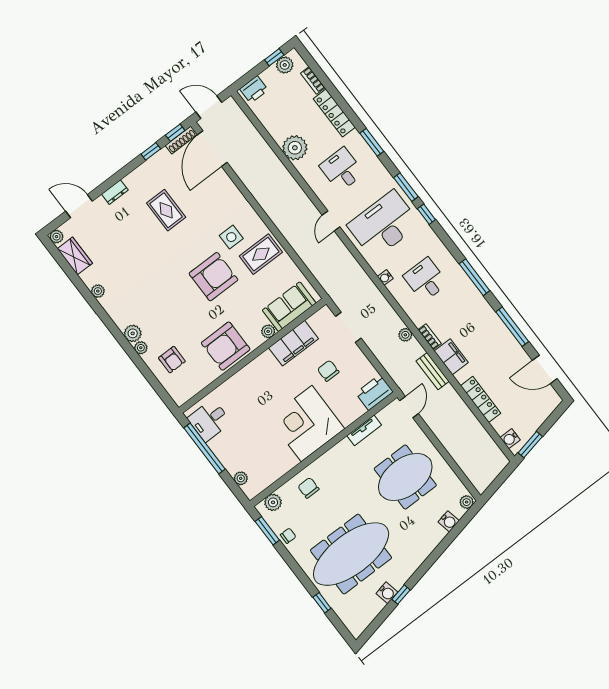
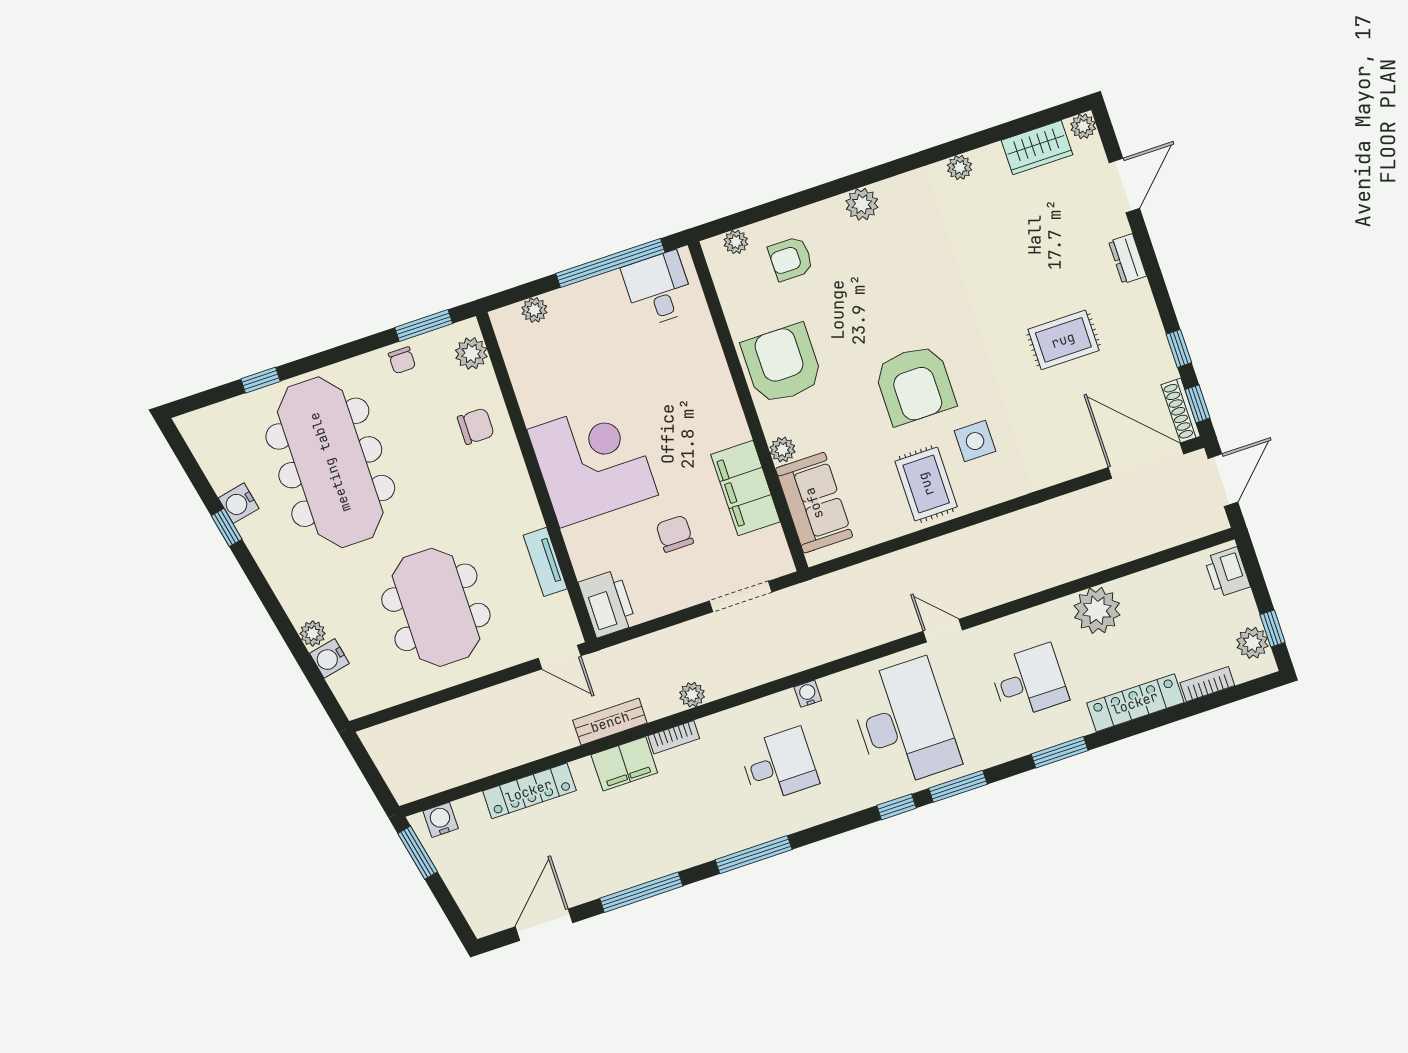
plant: (141, 348) -> (736, 242), moved
chair: (328, 371) -> (675, 534), turned -90
plant: (467, 502) -> (313, 633), moved

